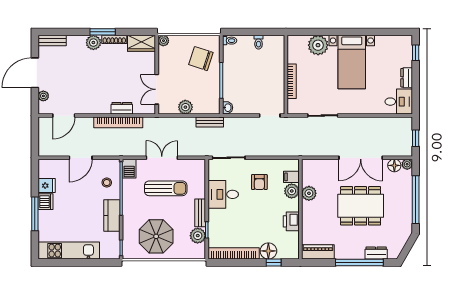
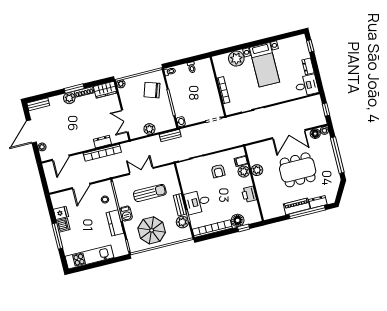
barbecue: (129, 169) -> (126, 214), moved
desk: (223, 194) -> (197, 202), moved
piano: (318, 252) -> (297, 206), moved

